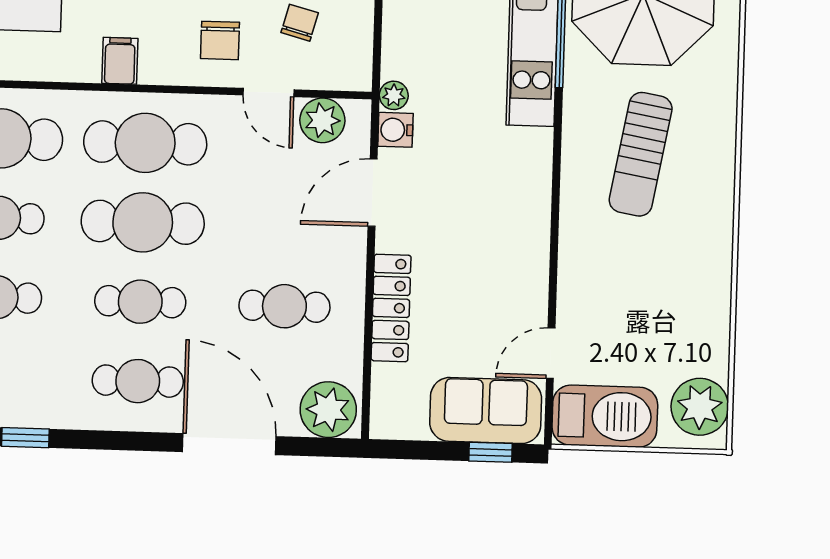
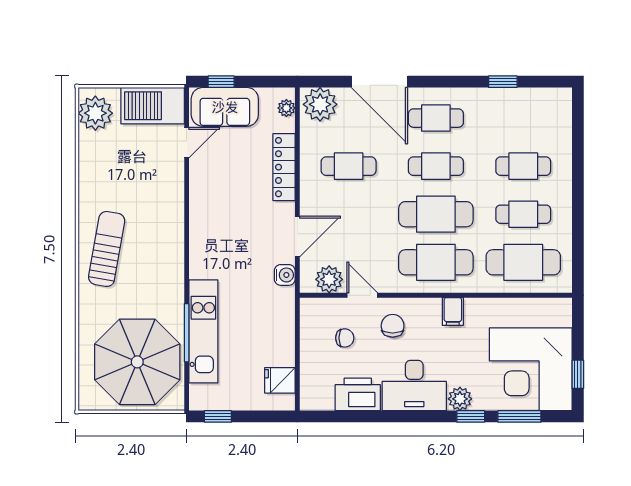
chair: (300, 23) -> (345, 338), turned -105
plant: (394, 95) -> (286, 108), moved
sun lounger: (641, 154) -> (107, 249), moved

